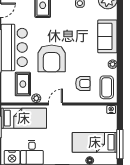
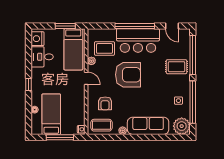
sofa: (107, 36) -> (148, 126), width x1.36
armchair: (52, 58) -> (128, 75), turned 180
window: (120, 144) -> (60, 137), moved

